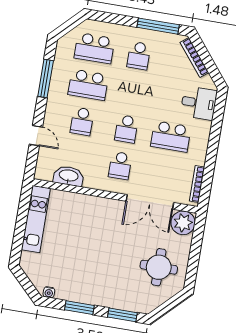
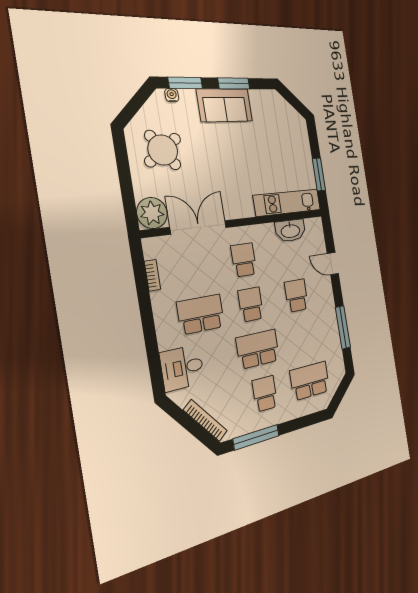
school desk: (88, 85) -> (258, 349), moved
bookcase: (197, 184) -> (153, 275), width x0.64
window: (22, 215) -> (319, 174), added
kitchen unit: (36, 219) -> (287, 203), moved, turned 90
round table: (159, 267) -> (163, 150), turned -36
sofa: (94, 291) -> (225, 105), added
water cooler: (49, 292) -> (172, 95), moved

